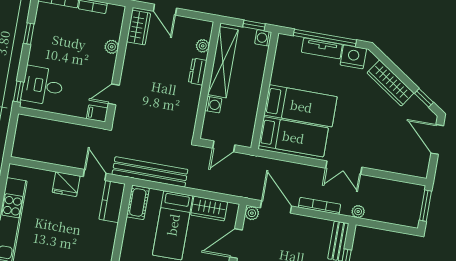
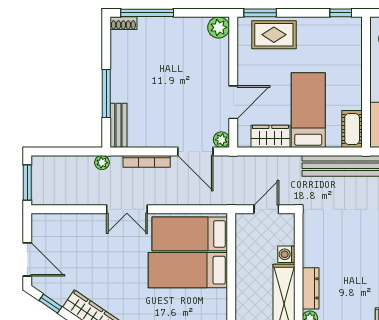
dresser: (198, 72) -> (311, 288), width x1.44
double door: (344, 168) -> (127, 209), swing flipped

